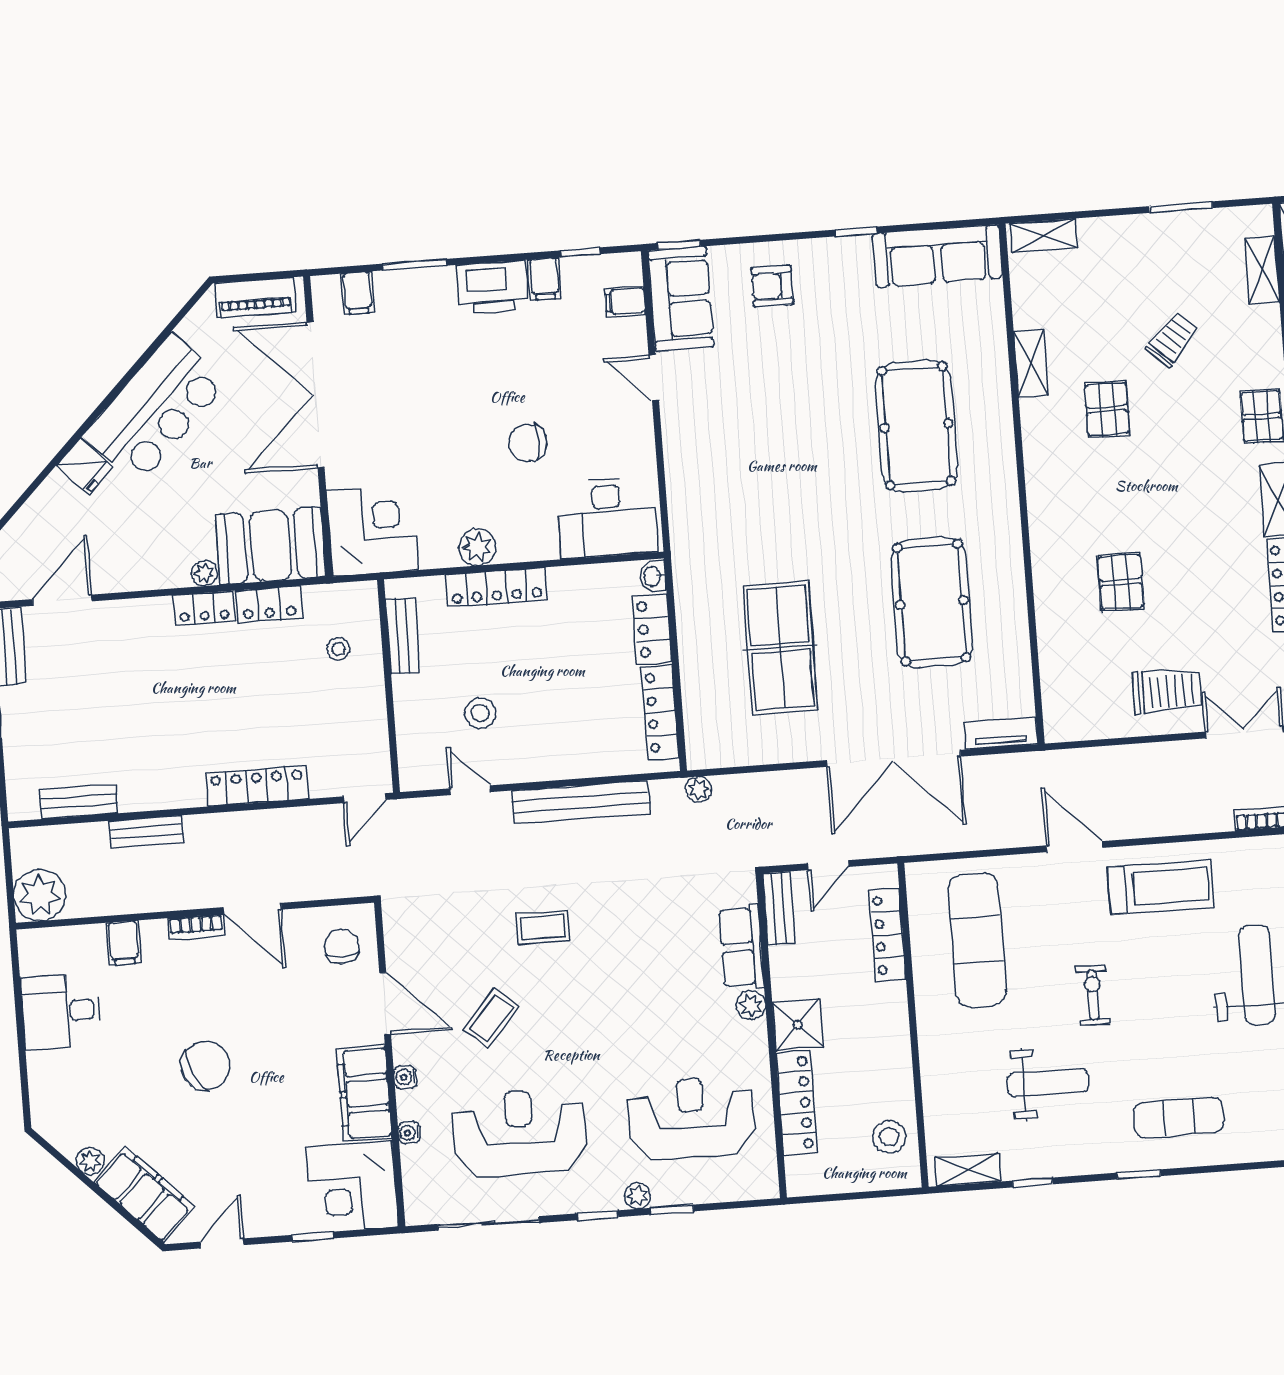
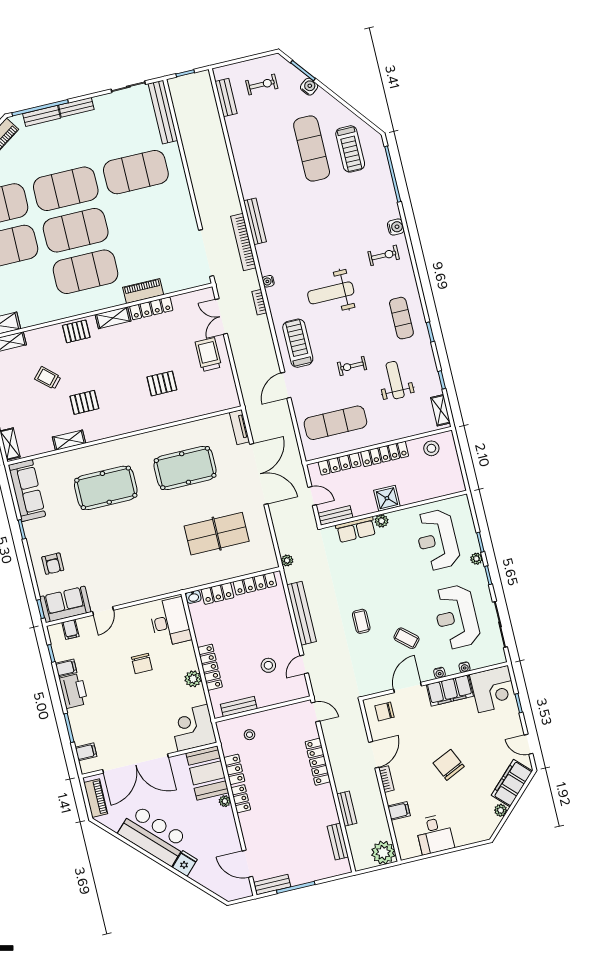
locker: (797, 1103) -> (385, 454), moved, turned 180

